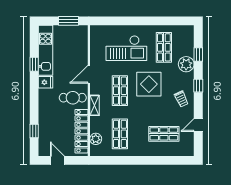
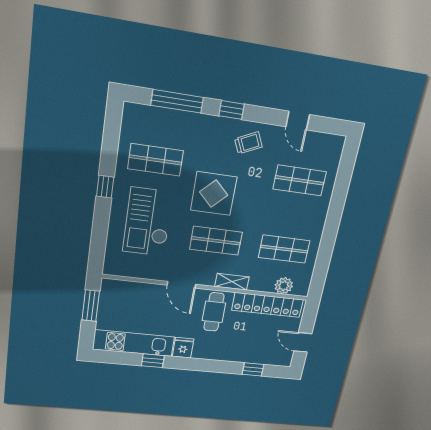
window: (144, 21) -> (105, 187), added
checkout: (126, 48) -> (148, 222), turned 180
window: (198, 54) -> (177, 101), width x2.17
plant: (186, 64) -> (191, 125), removed
shop shelf: (164, 134) -> (300, 180), turned 90
door: (57, 160) -> (303, 342), hinge flipped

